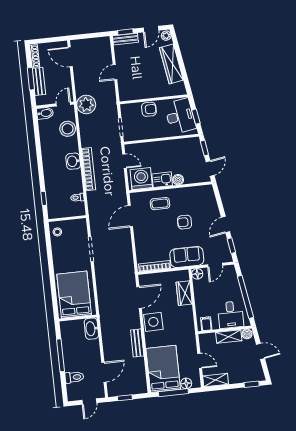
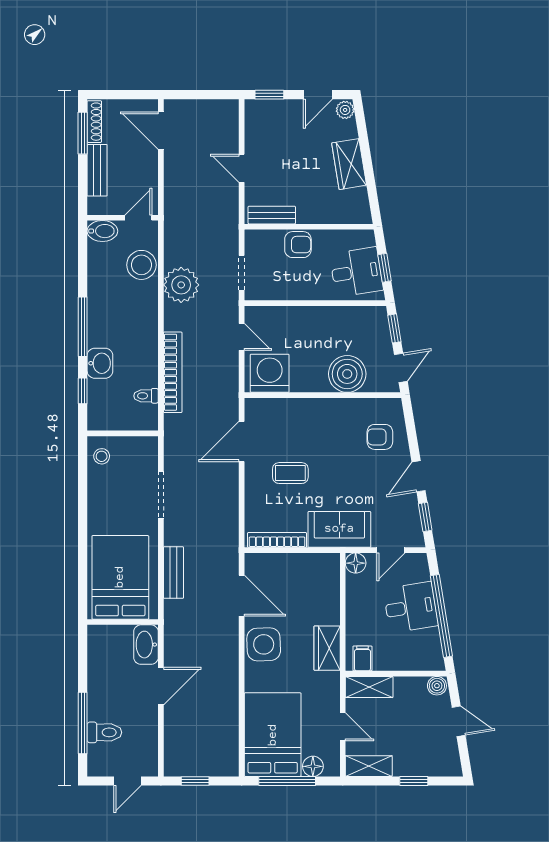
bench: (125, 39) -> (272, 215), moved
wardrobe: (171, 64) -> (349, 164), width x0.67
door: (115, 72) -> (242, 168), hinge flipped
window: (31, 79) -> (83, 133), moved
plant: (86, 104) -> (181, 285), moved
desk: (180, 116) -> (356, 272), width x0.73
washbasin: (73, 161) -> (100, 363), moved, turned 180
window: (40, 165) -> (83, 327), added
bookcase: (89, 169) -> (173, 372), moved
kitchen sink: (162, 180) -> (309, 379), removed
boiler: (178, 180) -> (347, 374), width x1.86, depth x1.86
coffee table: (160, 204) -> (290, 473), moved
armchair: (184, 222) -> (380, 437), moved
wardrobe: (184, 293) -> (327, 648), moved
door: (139, 297) -> (242, 596), hinge flipped
desk: (231, 315) -> (411, 607), moved, turned -99
shelving: (229, 337) -> (369, 687), moved
bench: (137, 343) -> (173, 573), moved
window: (60, 355) -> (83, 723), moved
door: (104, 372) -> (161, 686), moved
window: (252, 384) -> (414, 781), moved

